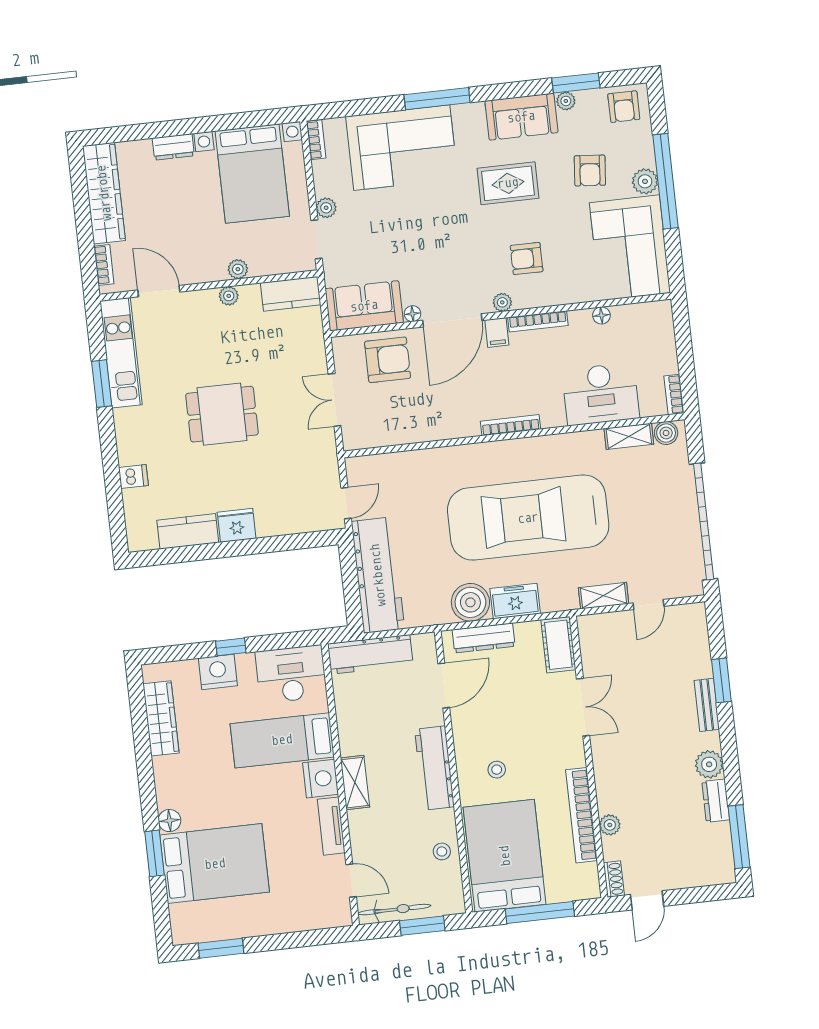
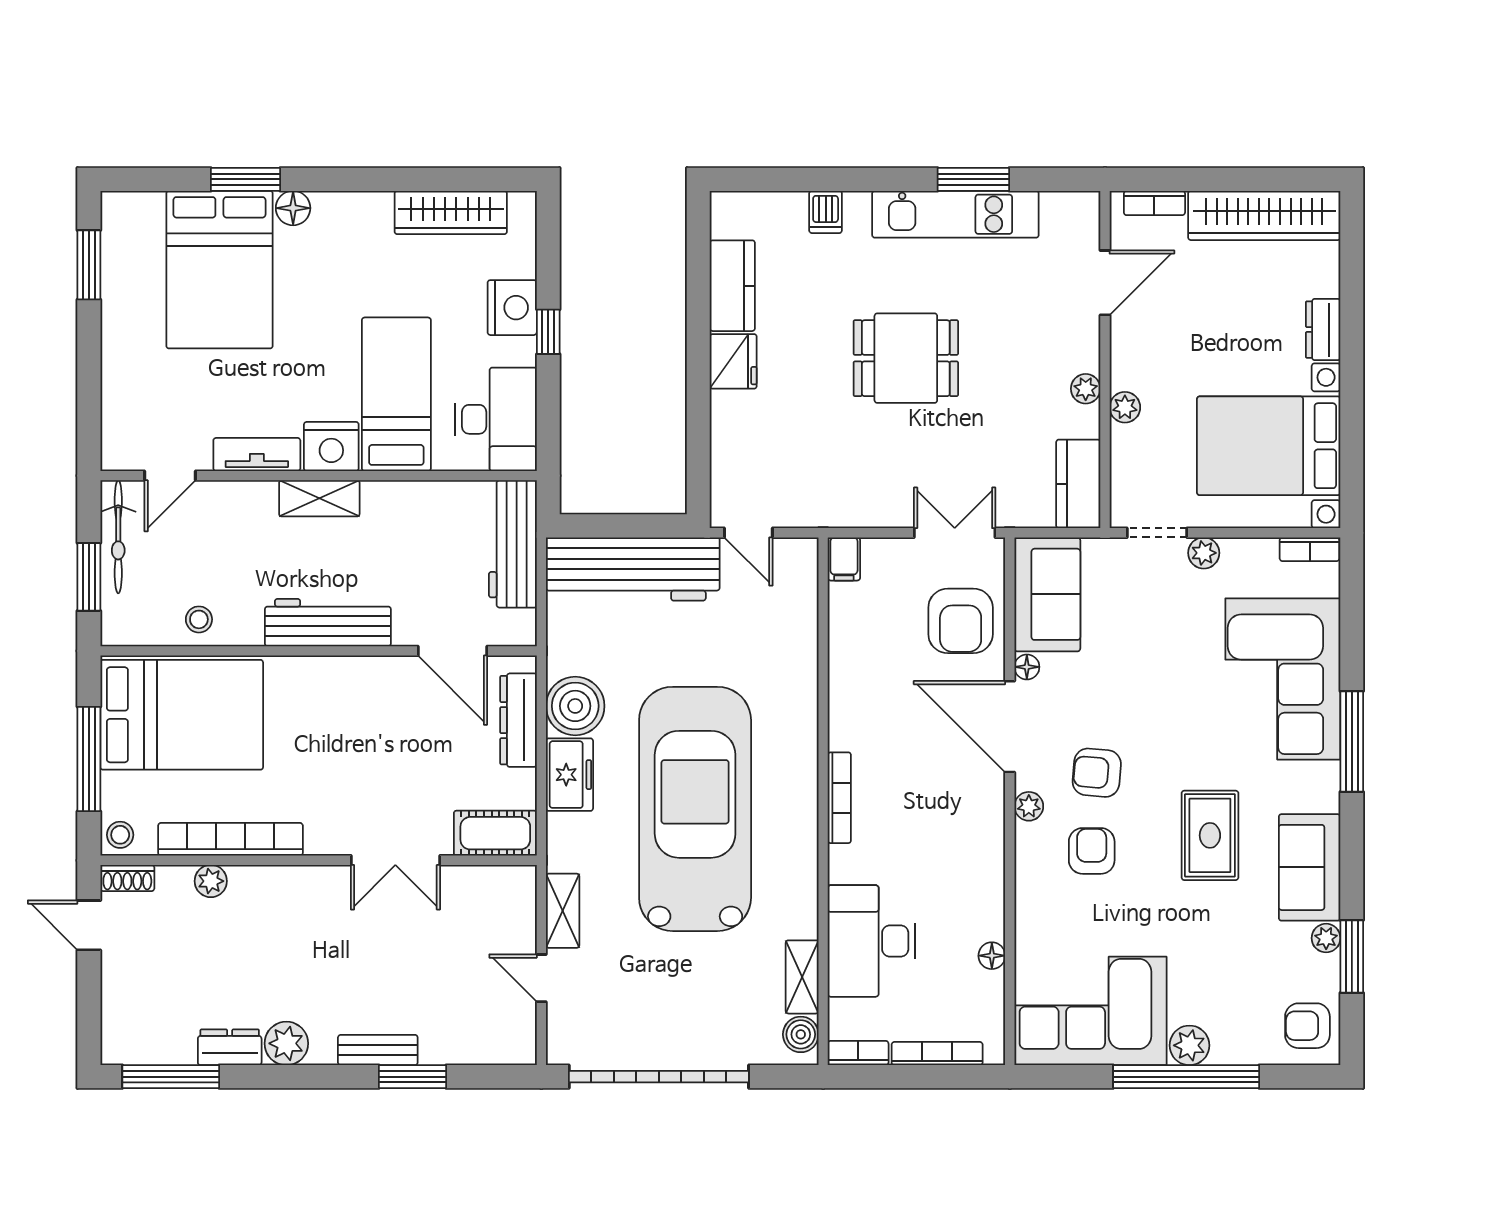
armchair: (590, 171) -> (1097, 773), moved
bookcase: (538, 321) -> (937, 1054), moved, turned 90
filing cabinet: (497, 332) -> (844, 559), moved, turned -90
kitchen unit: (121, 353) -> (955, 214), moved
double door: (335, 400) -> (955, 533), moved
dining table: (222, 414) -> (906, 358), turned 90
stool: (497, 770) -> (120, 835), moved

